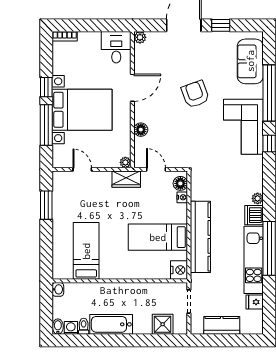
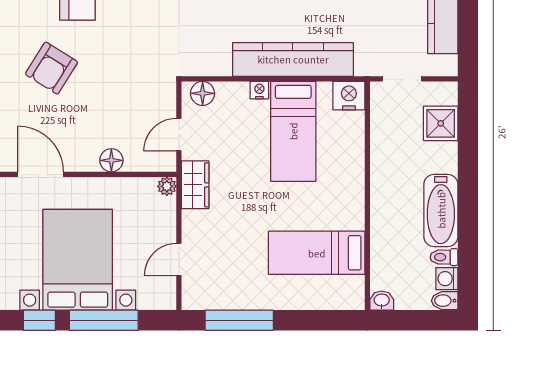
armchair: (195, 94) -> (51, 68), turned -38
nightstand: (182, 197) -> (259, 90), moved
window: (46, 205) -> (239, 320), width x1.44

